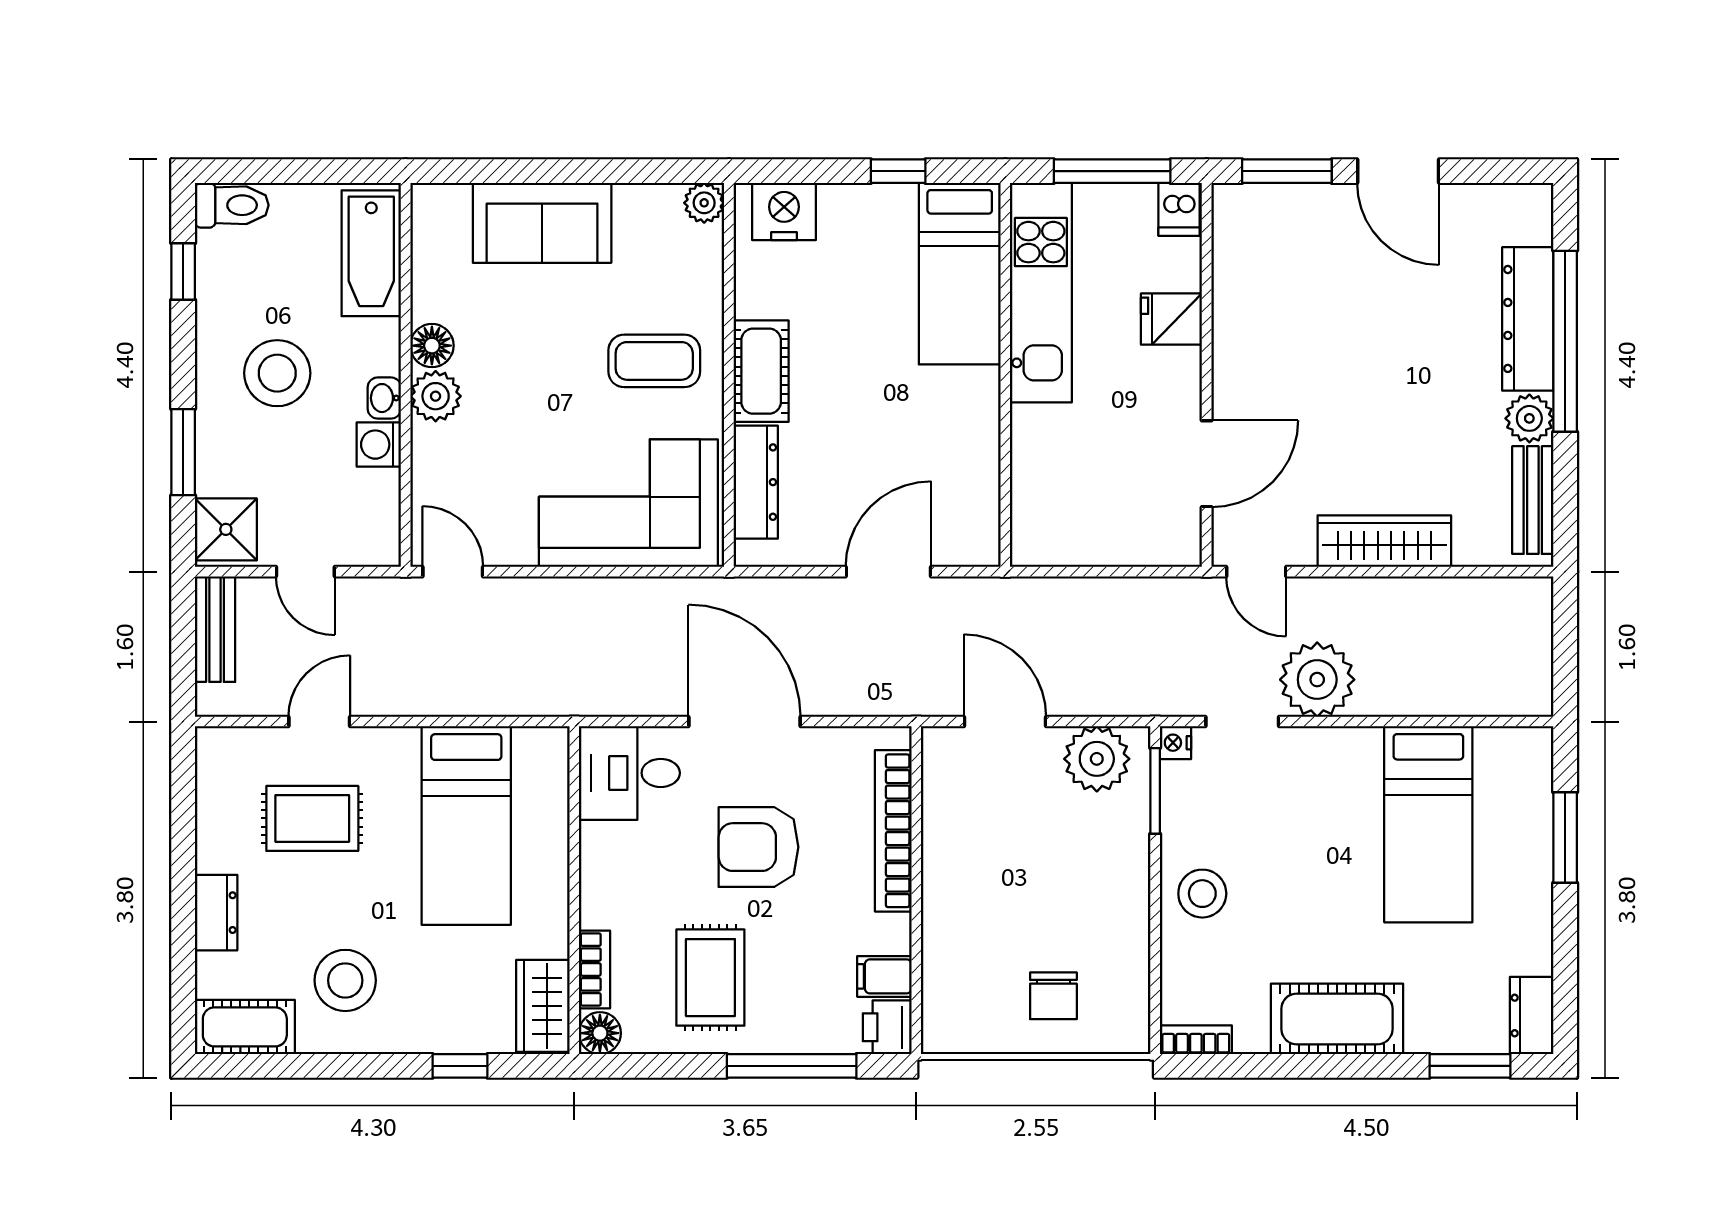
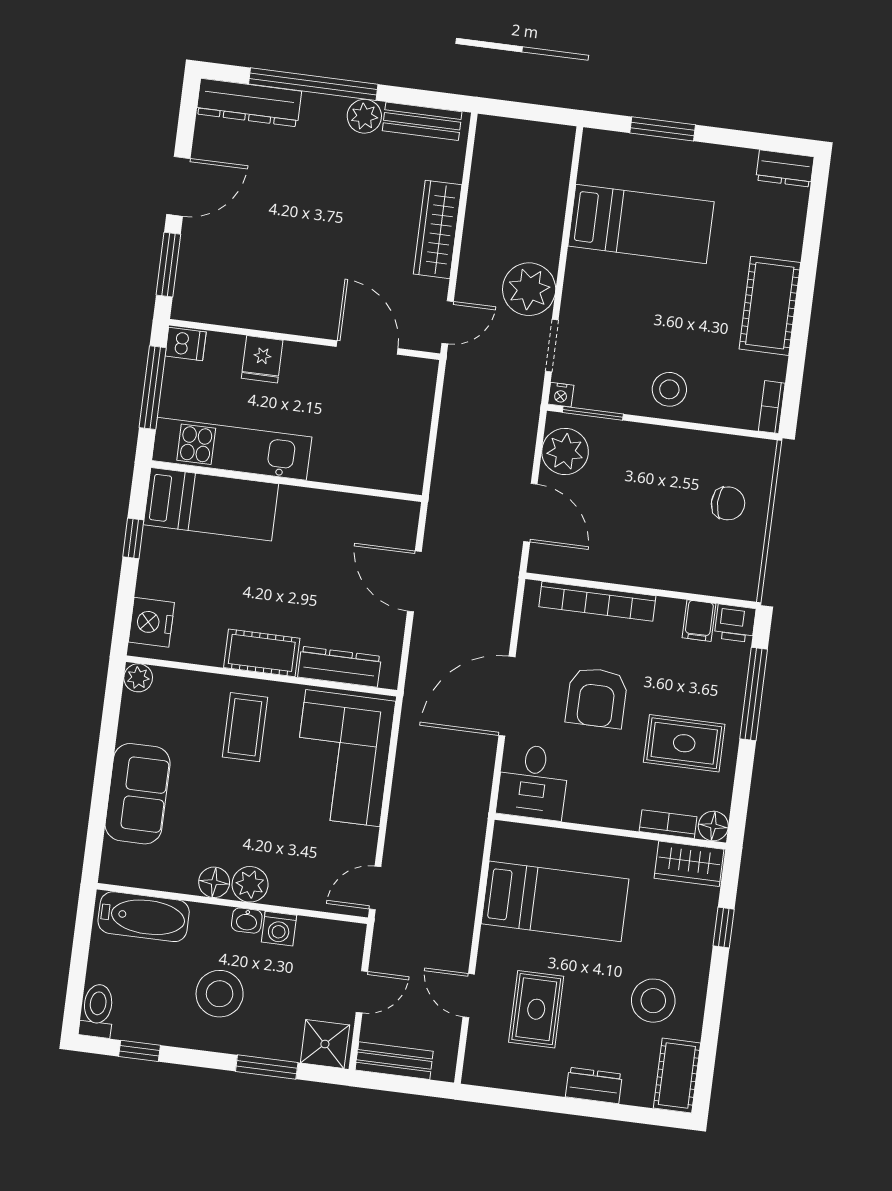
dresser: (1528, 319) -> (249, 103), moved
door: (1005, 722) -> (530, 513), swing flipped
window: (1470, 1066) -> (815, 216), removed

